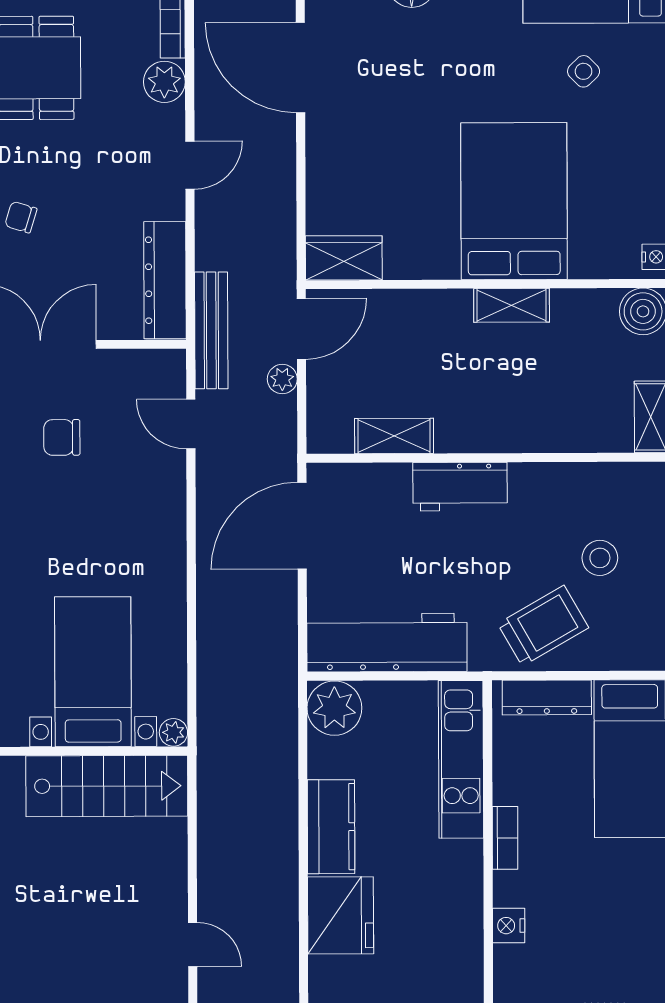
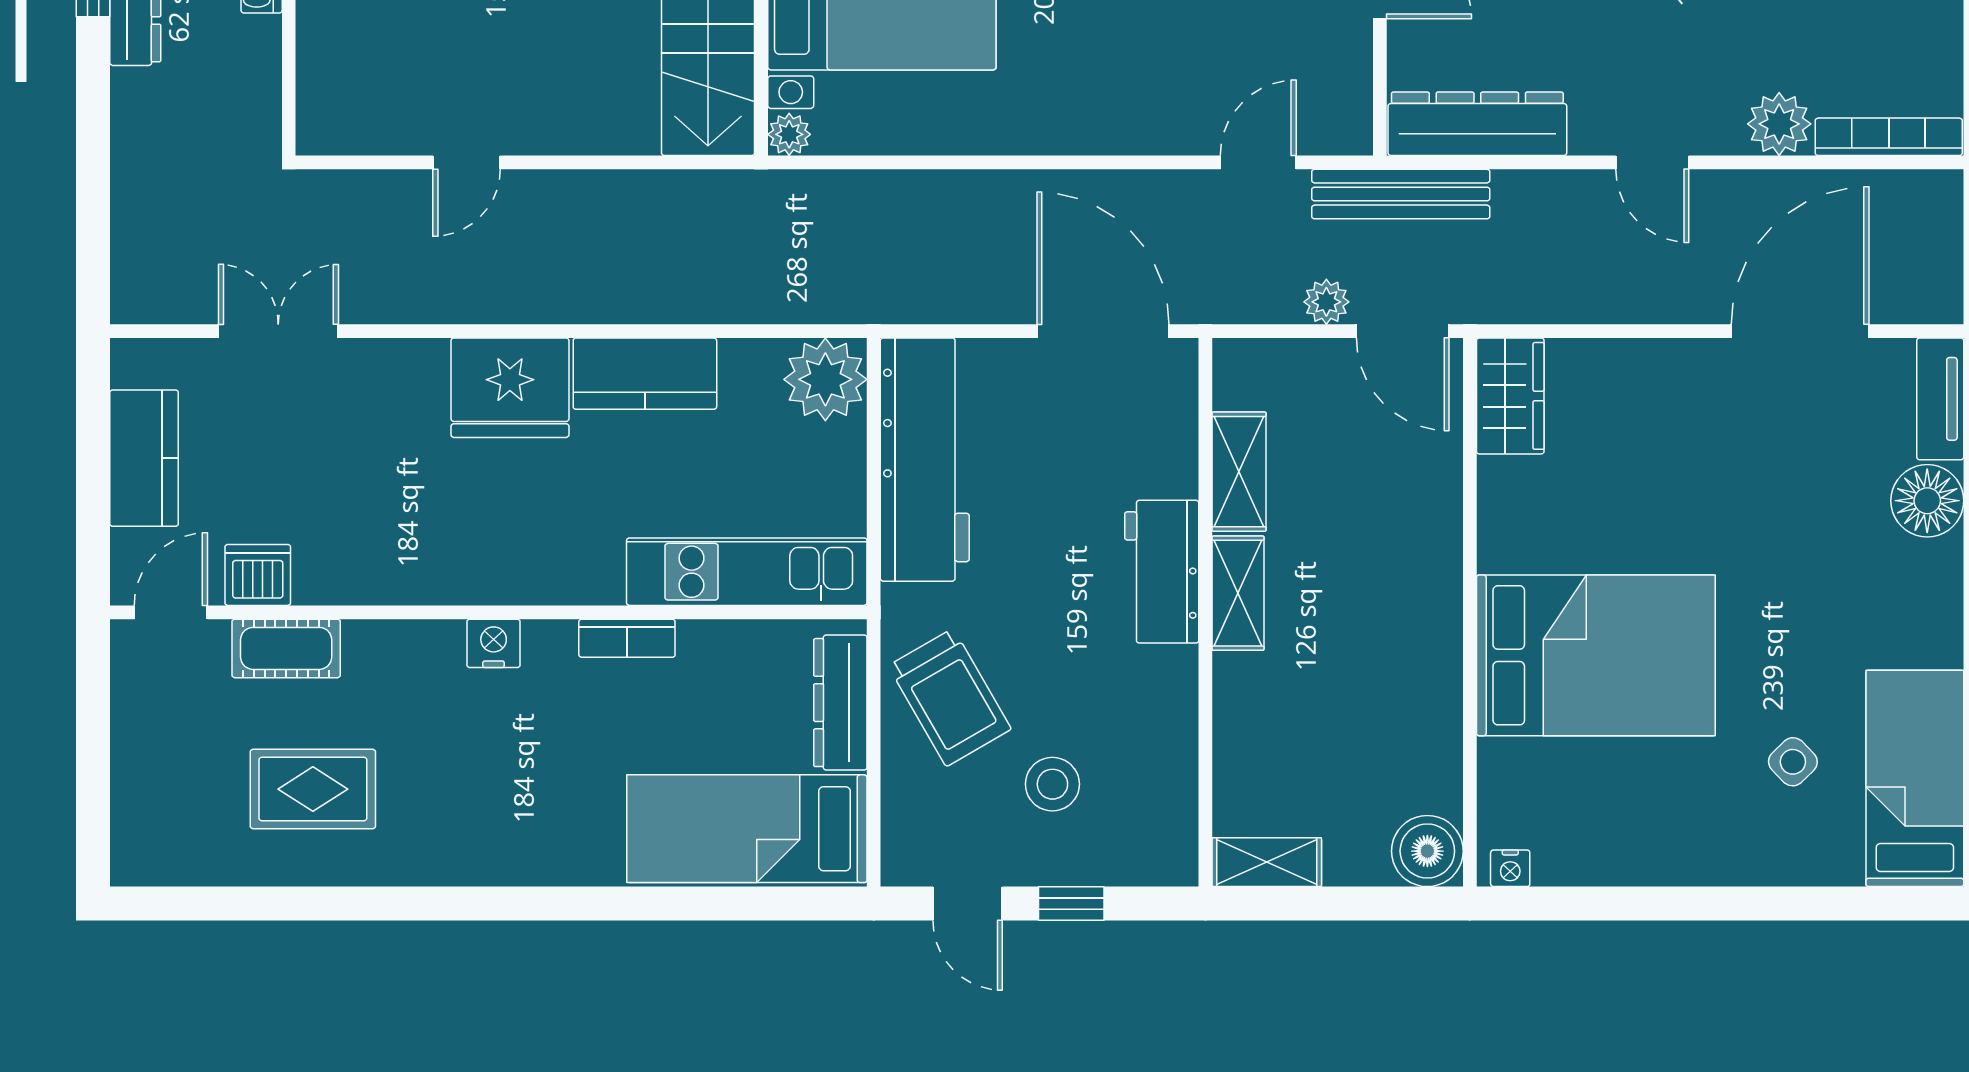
shelving: (512, 305) -> (1238, 593), moved

